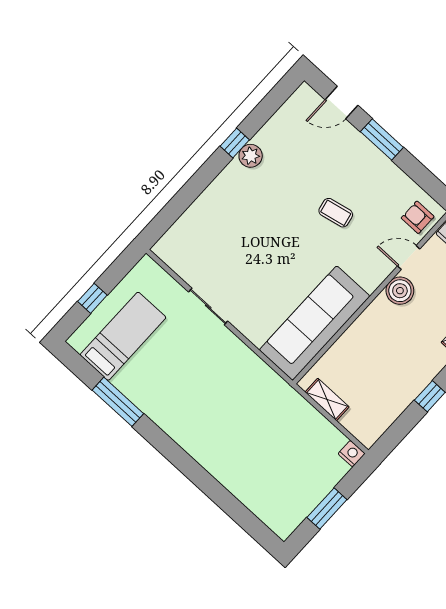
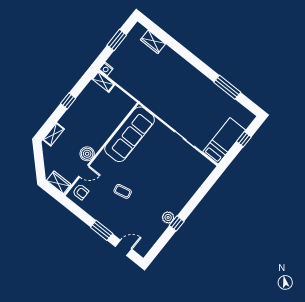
bed: (123, 336) -> (224, 141), moved, turned 180
shelving: (327, 400) -> (103, 82), moved
wardrobe: (257, 500) -> (153, 42), added

